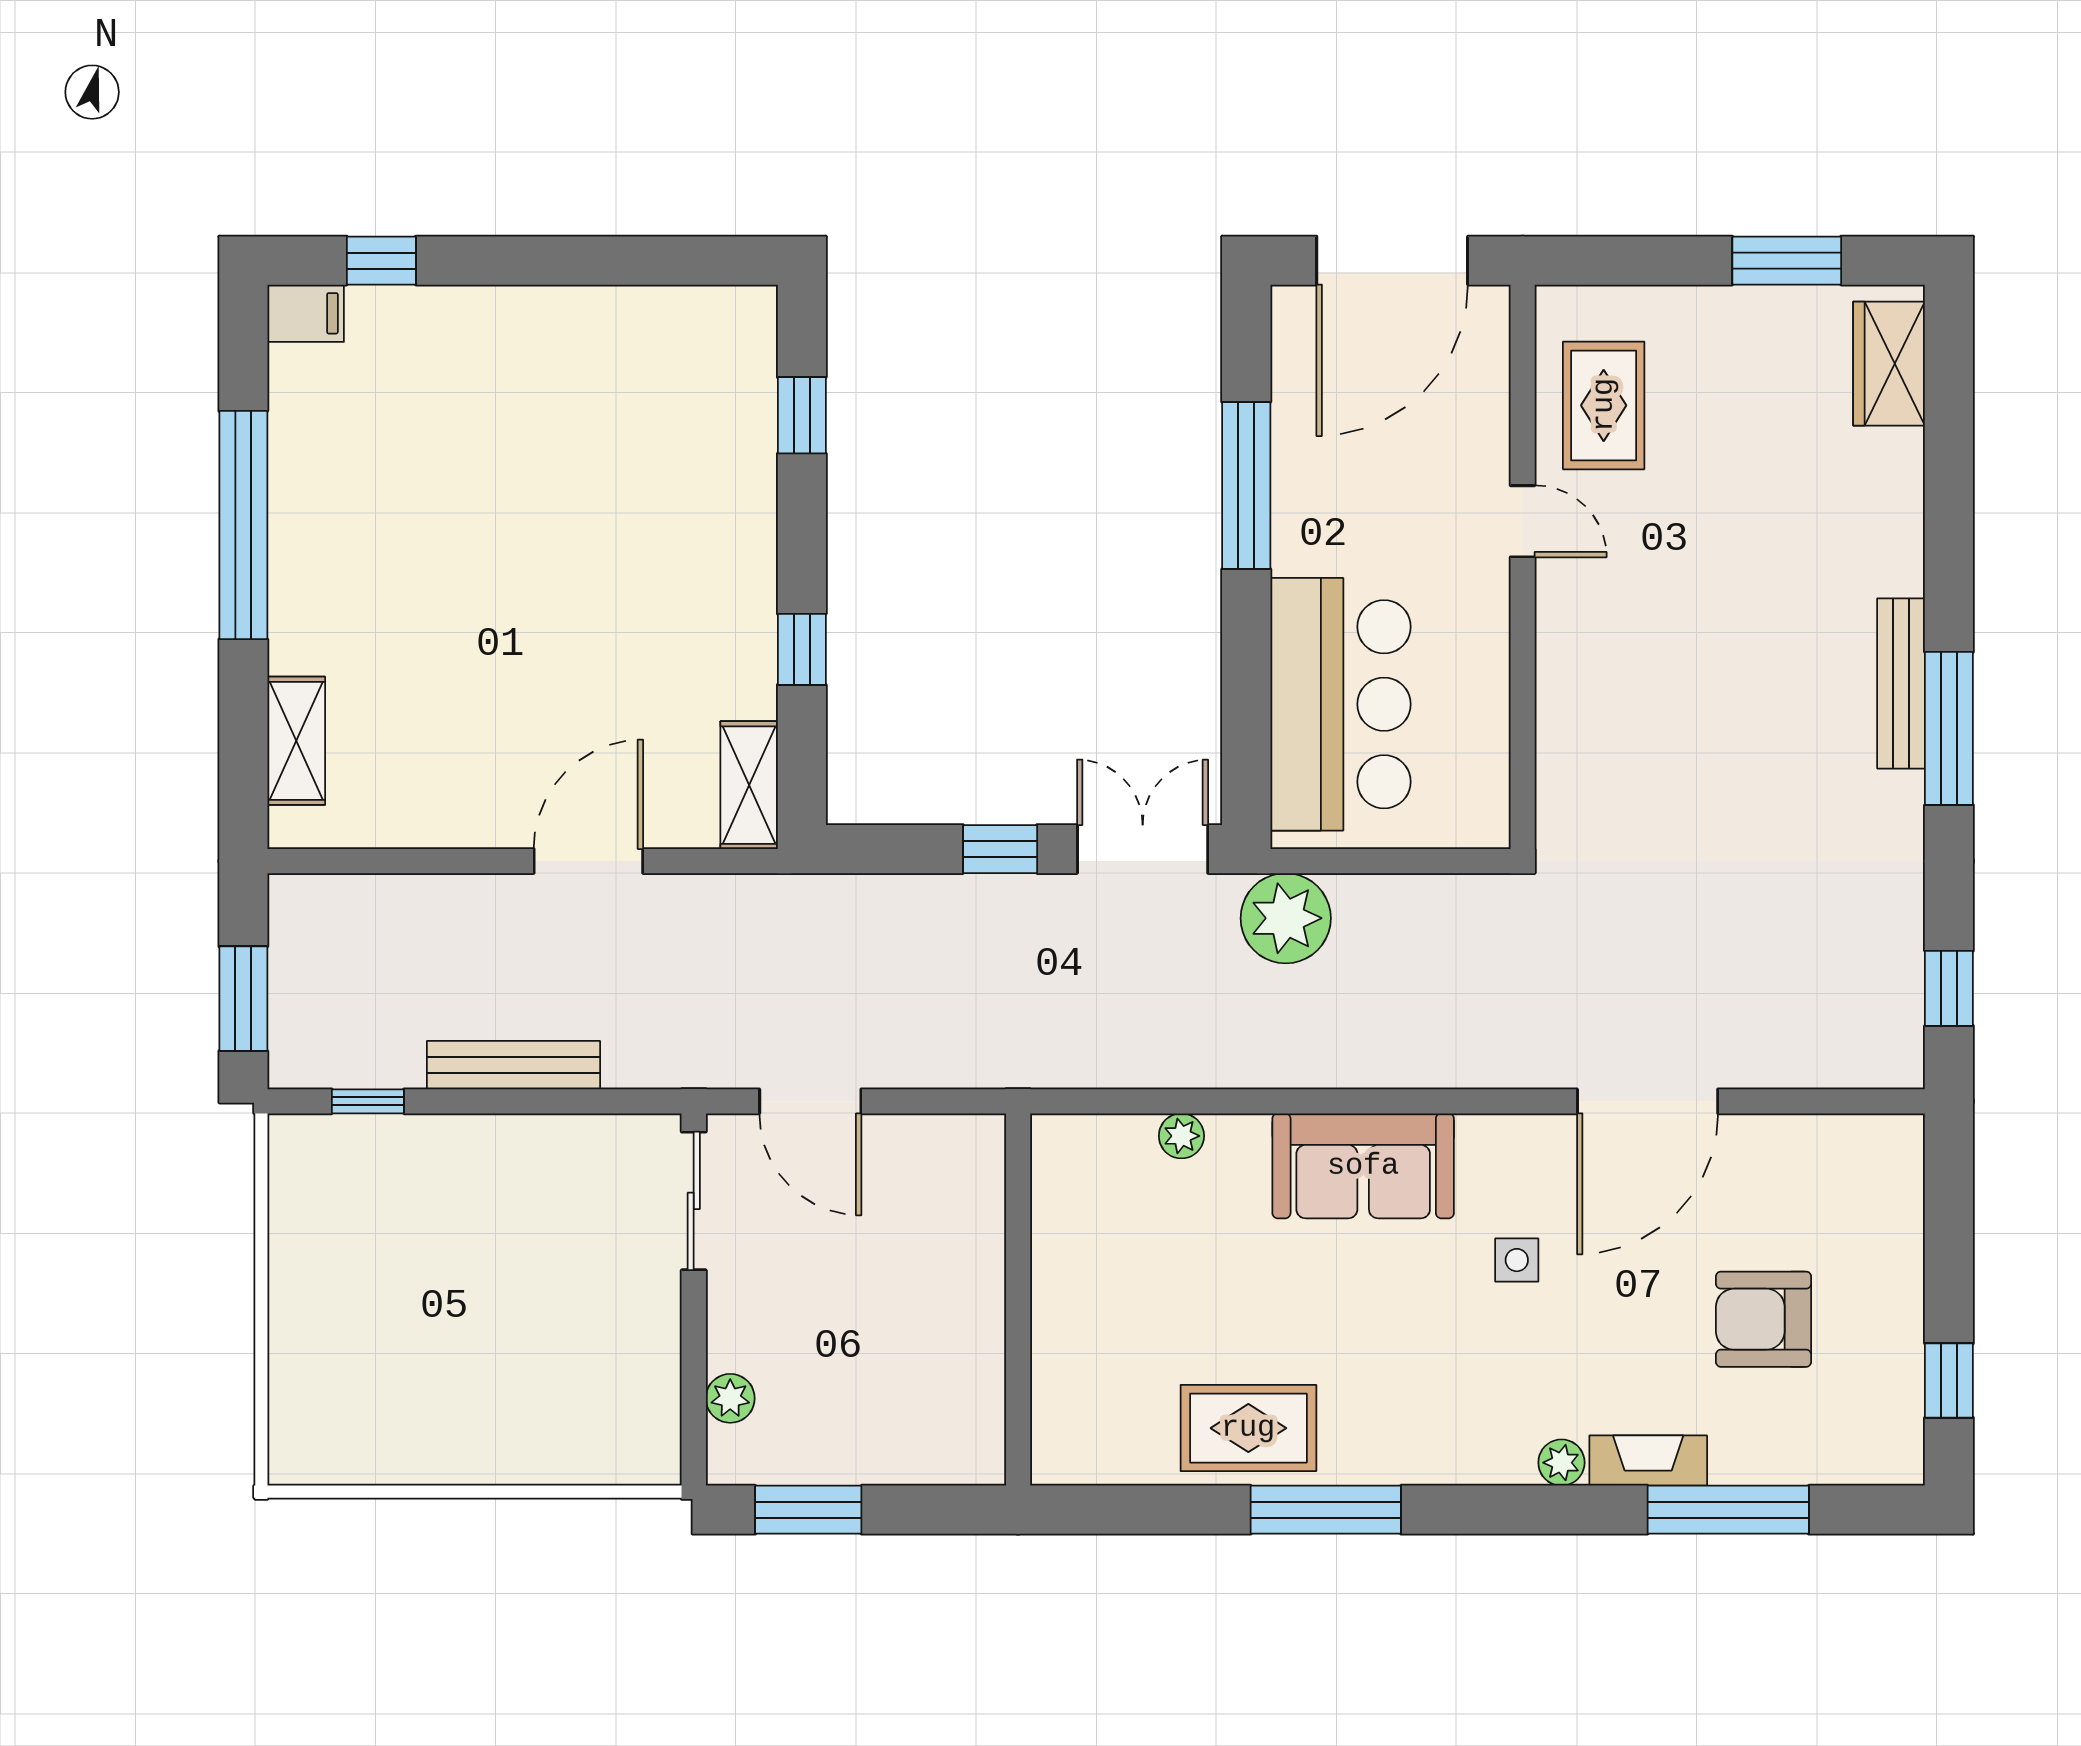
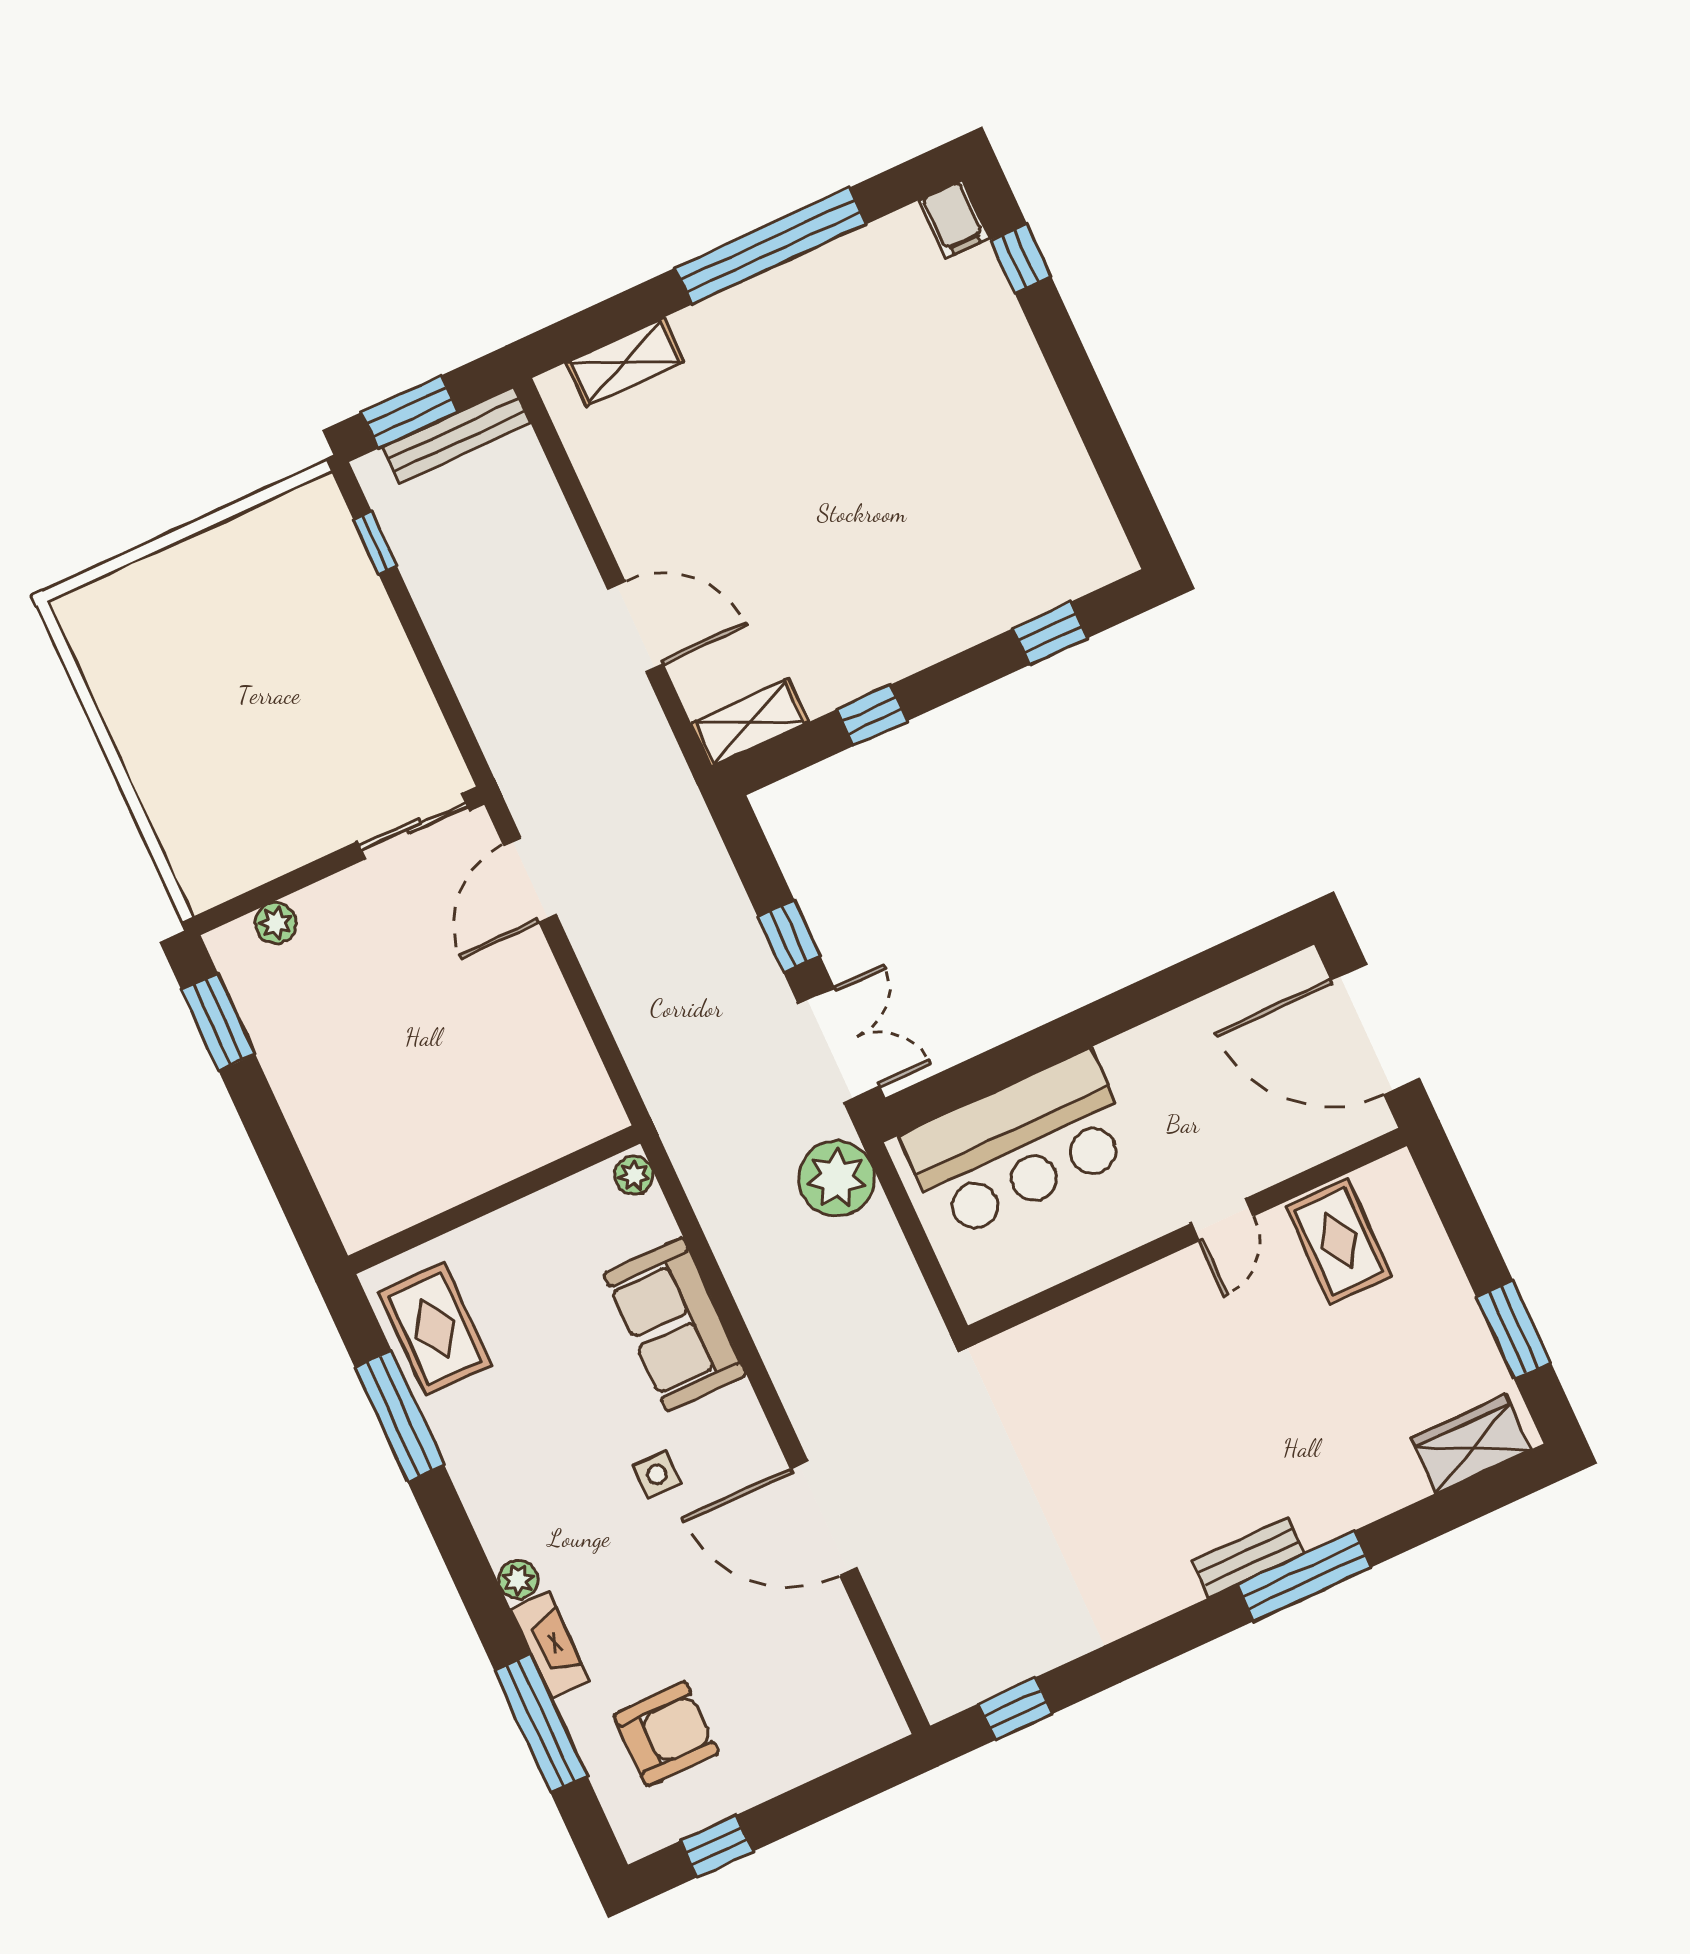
rug: (1604, 405) -> (1339, 1241), turned 90
window: (1246, 486) -> (1153, 997), removed
bench: (1901, 683) -> (1249, 1557), width x0.73
window: (1949, 728) -> (1304, 1576), moved
bench: (514, 1065) -> (456, 435), moved, turned 90
wall: (1018, 1300) -> (494, 1200), moved
armchair: (1764, 1319) -> (666, 1734), moved, turned 90

